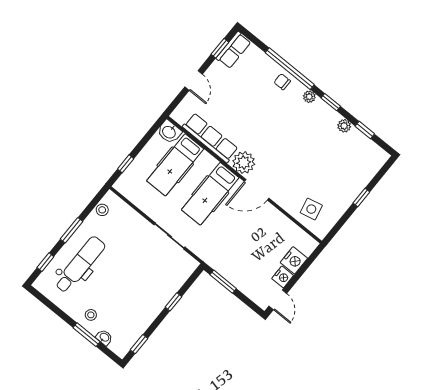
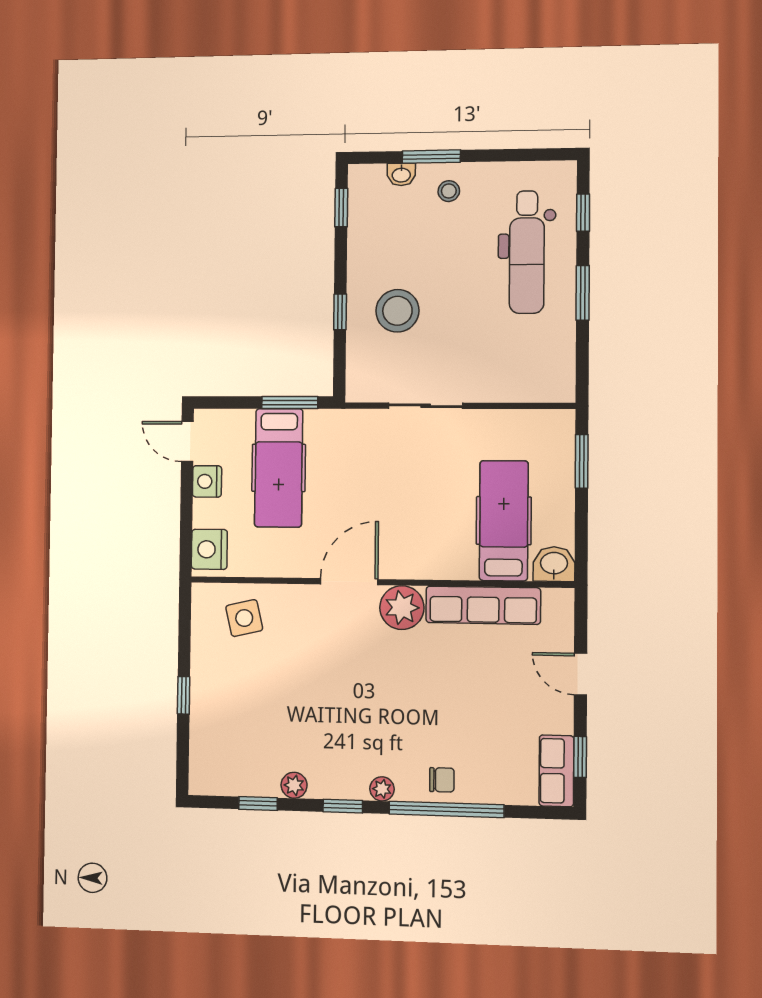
window: (126, 164) -> (582, 461), width x1.50
hospital bed: (210, 194) -> (279, 468), moved, turned 180
stool: (102, 210) -> (397, 311), moved, width x1.89, depth x1.89
nightstand: (294, 260) -> (209, 549), moved

